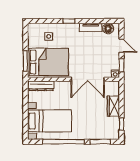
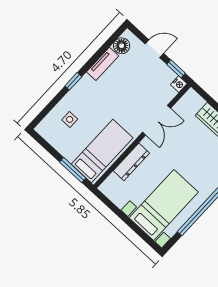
bed: (48, 62) -> (102, 151), width x0.67
double door: (88, 79) -> (157, 120), width x0.73
dresser: (41, 86) -> (131, 162), moved

